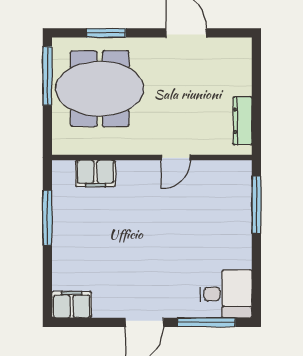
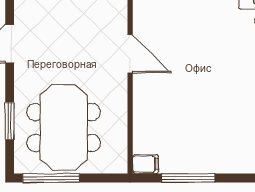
door: (176, 158) -> (130, 54), width x1.38
filing cabinet: (95, 174) -> (146, 164), moved, width x0.50

